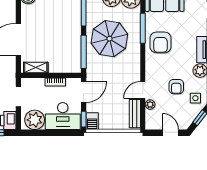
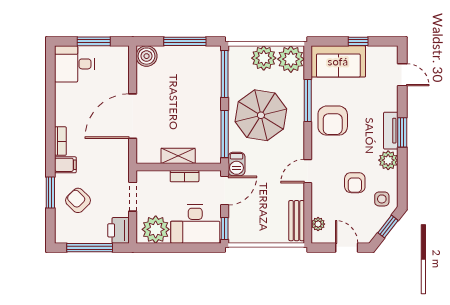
shelving: (36, 68) -> (178, 156), moved
door: (143, 90) -> (308, 171), moved
plant: (150, 104) -> (318, 224), moved
barbecue: (92, 121) -> (236, 164), moved

